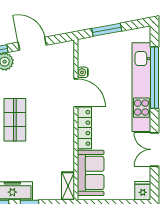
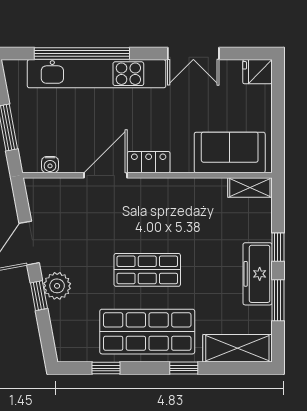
water cooler: (83, 72) -> (50, 165), moved
locker: (84, 128) -> (149, 162), width x0.66

